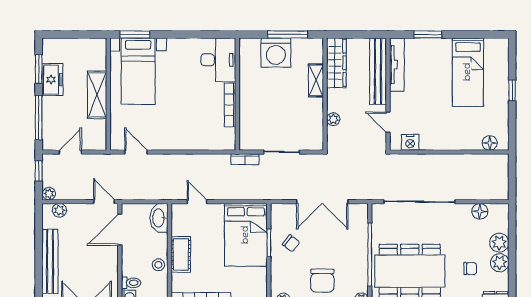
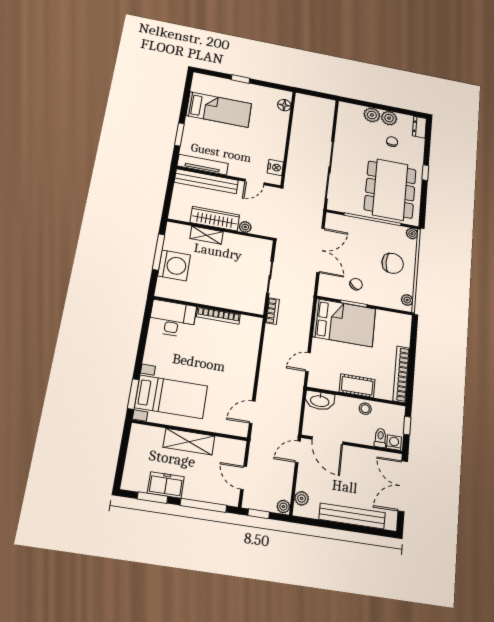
wardrobe: (336, 63) -> (215, 219), moved
floor lamp: (480, 211) -> (343, 125), removed

